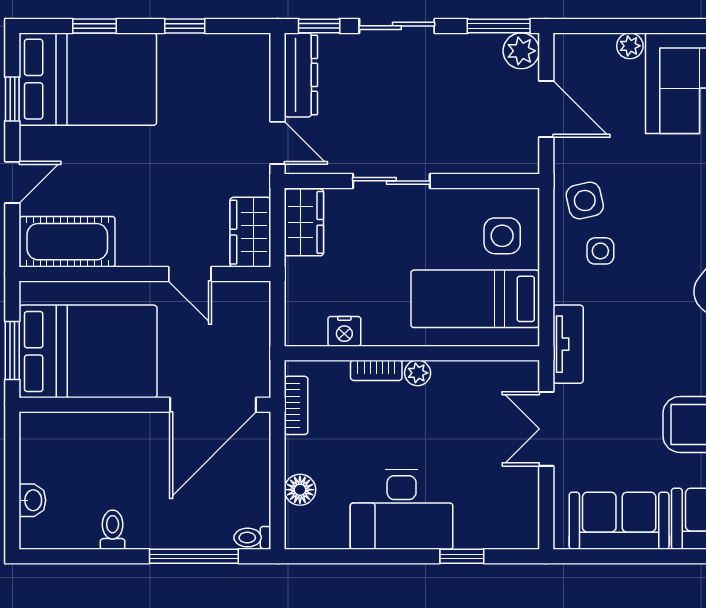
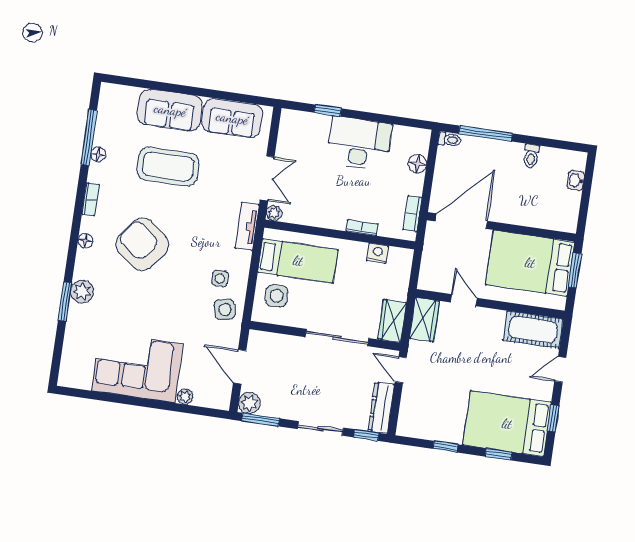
sliding door: (391, 181) -> (337, 338), width x1.37
plant: (418, 373) -> (274, 213), moved

